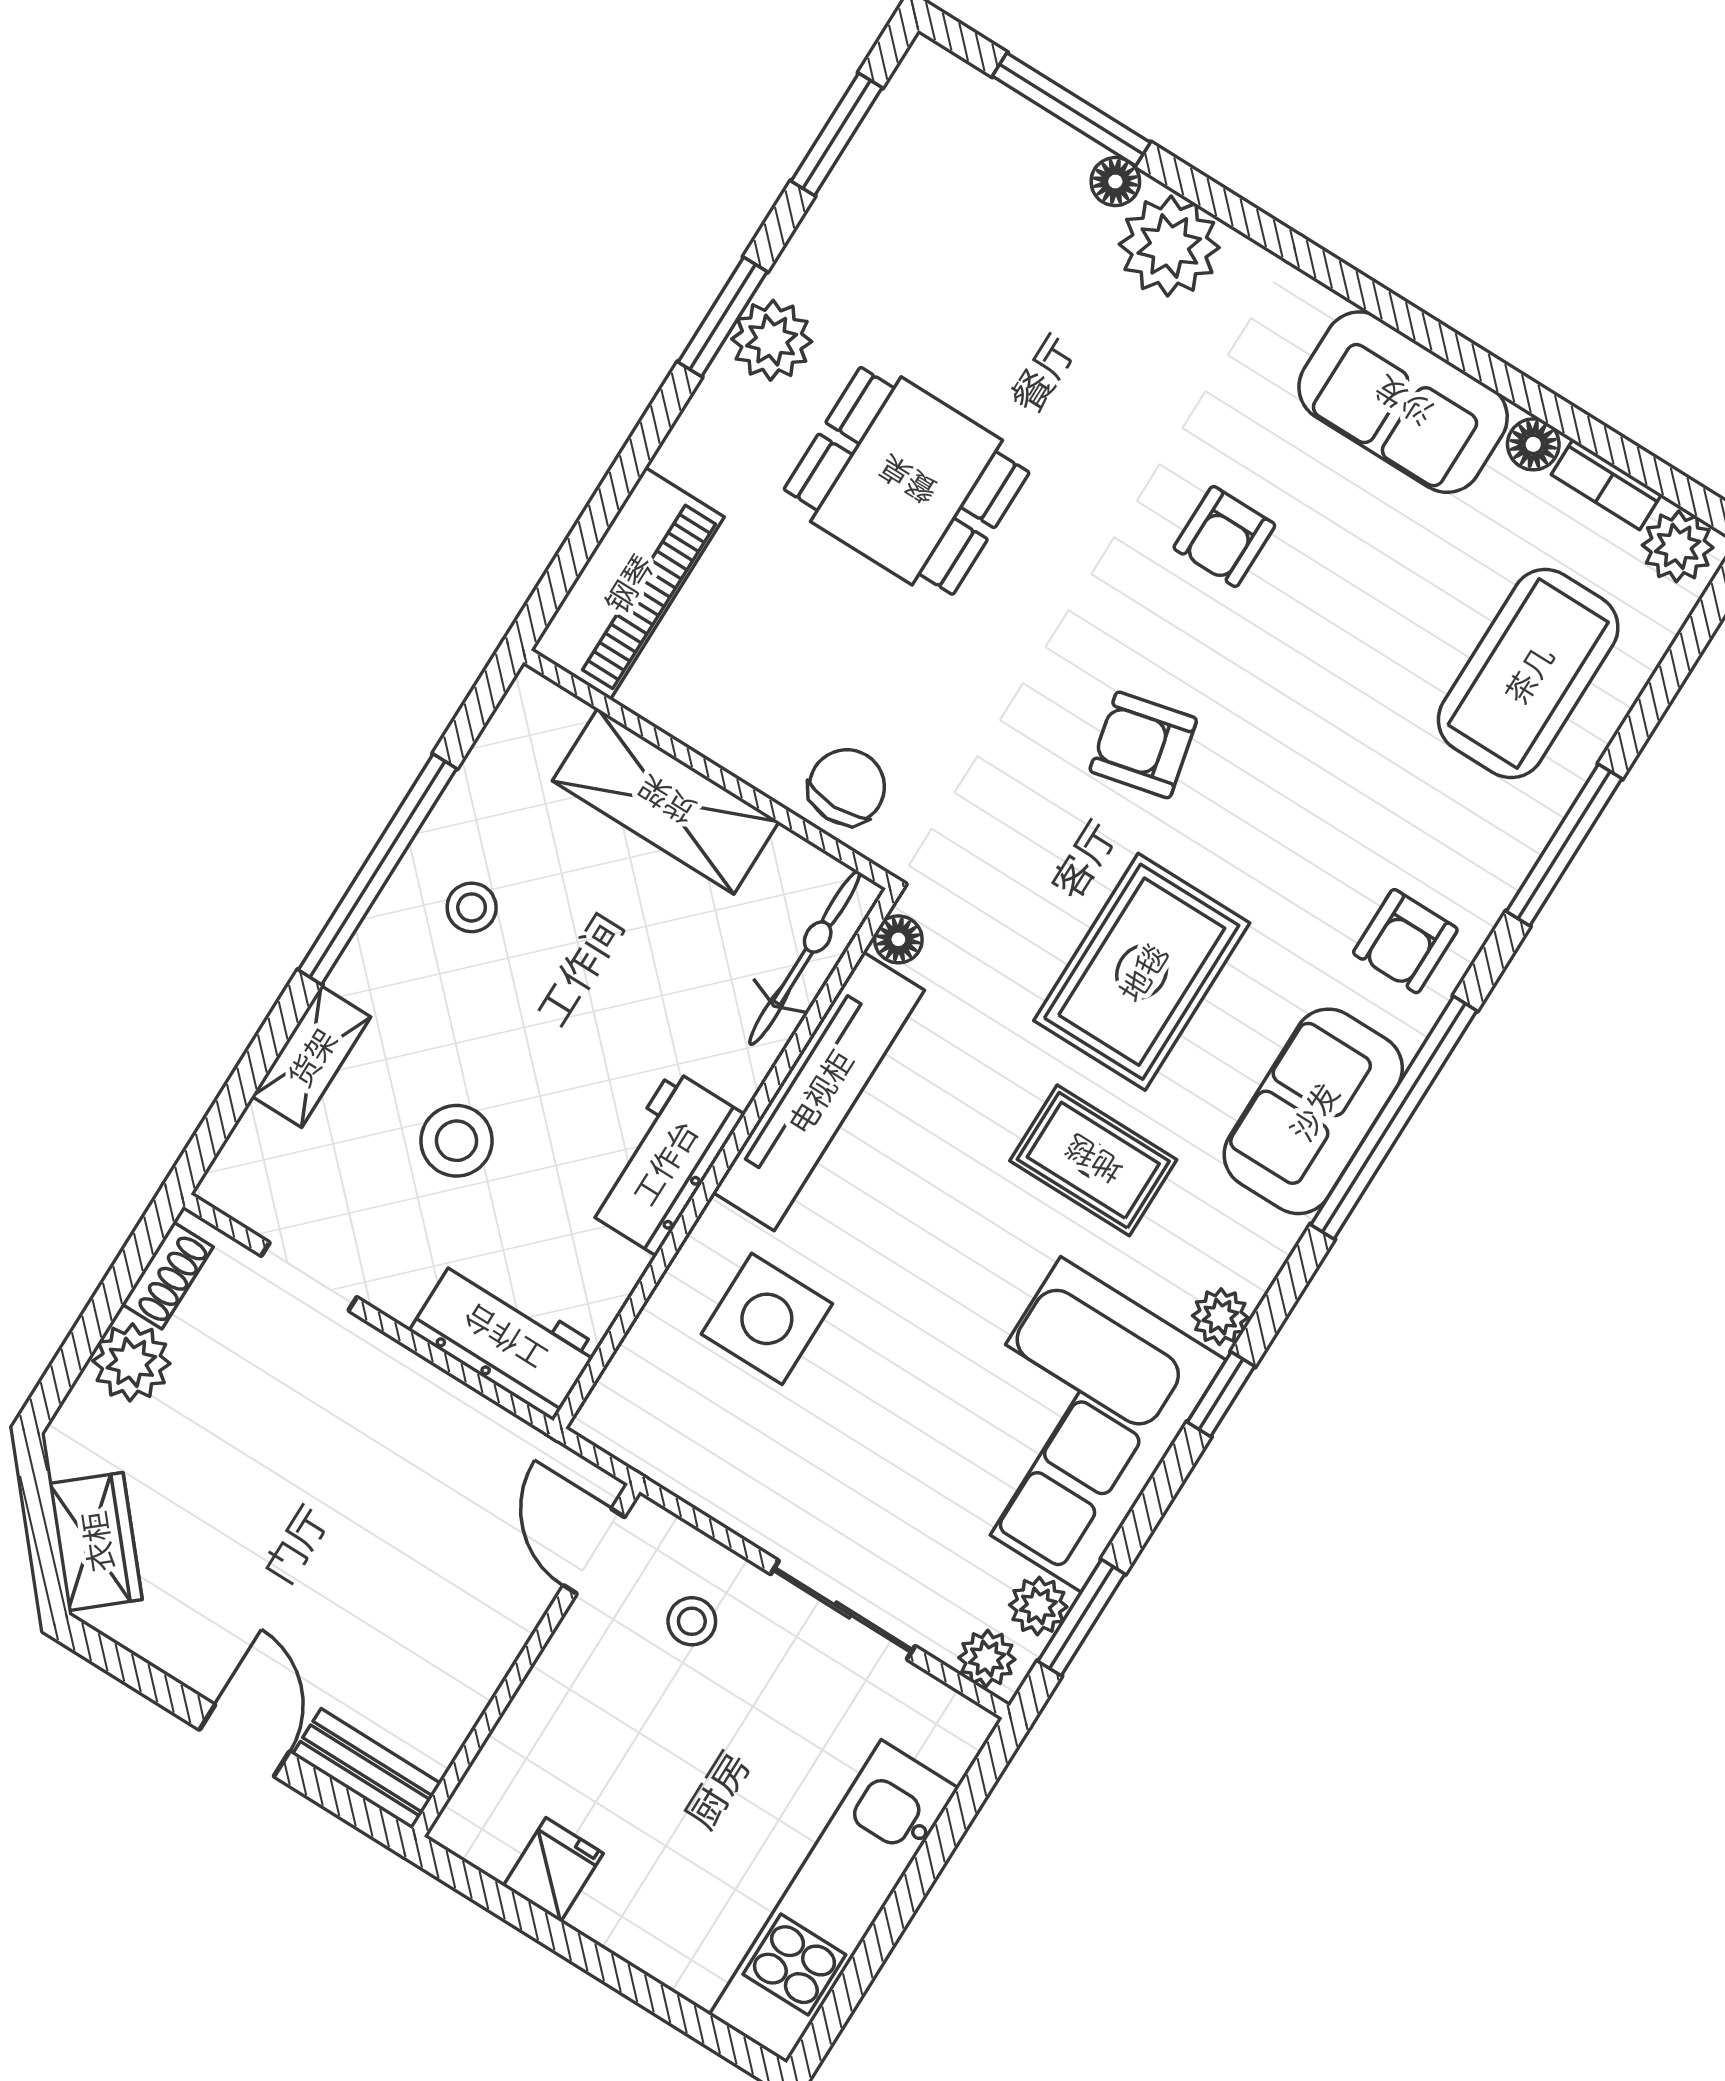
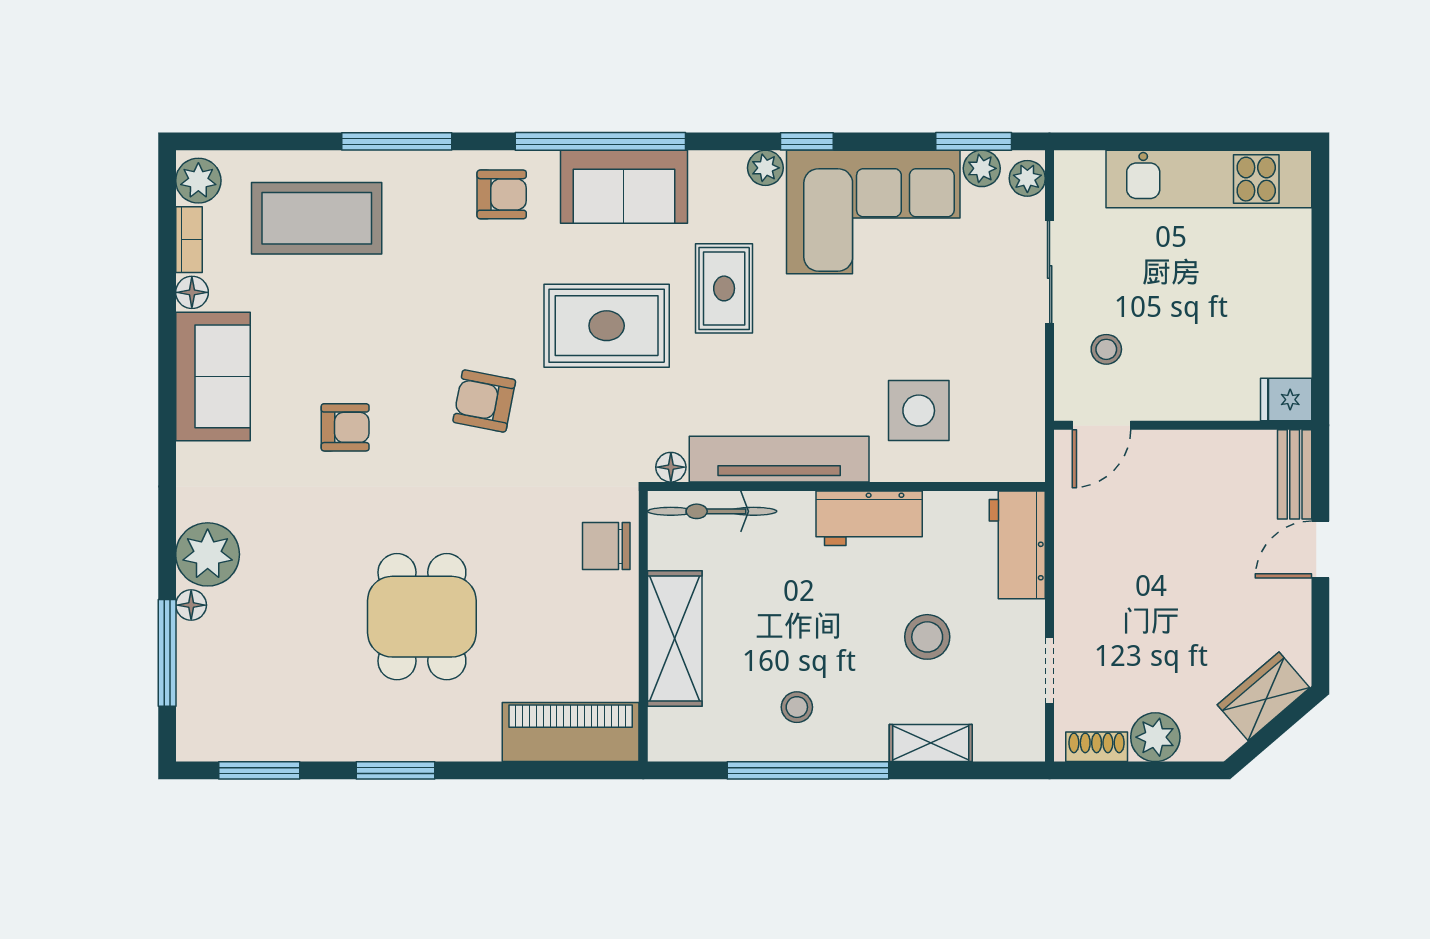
plant: (772, 340) -> (392, 736), removed
armchair: (1143, 745) -> (484, 401), turned 114
fridge: (553, 1870) -> (1286, 400), moved

